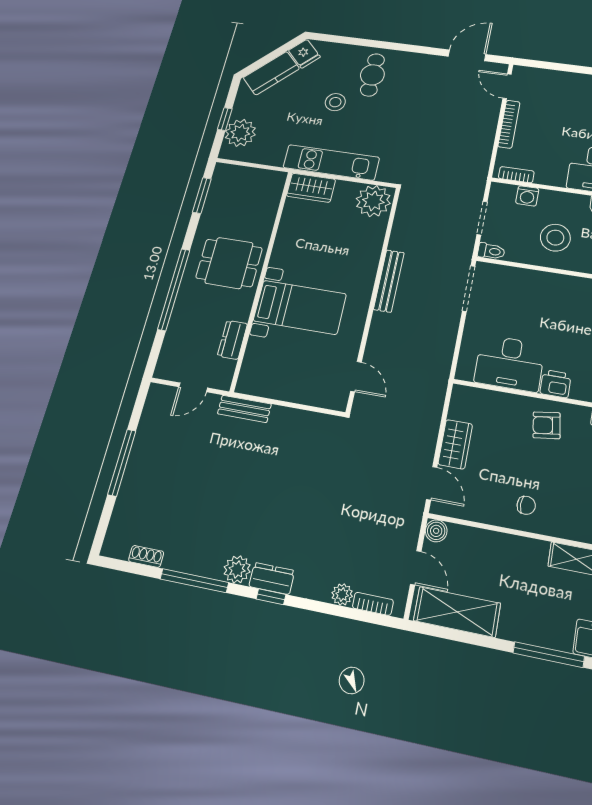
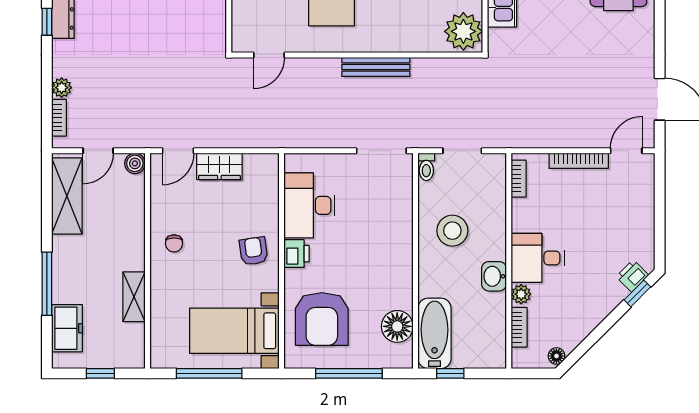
washing machine: (527, 196) -> (496, 194), removed

